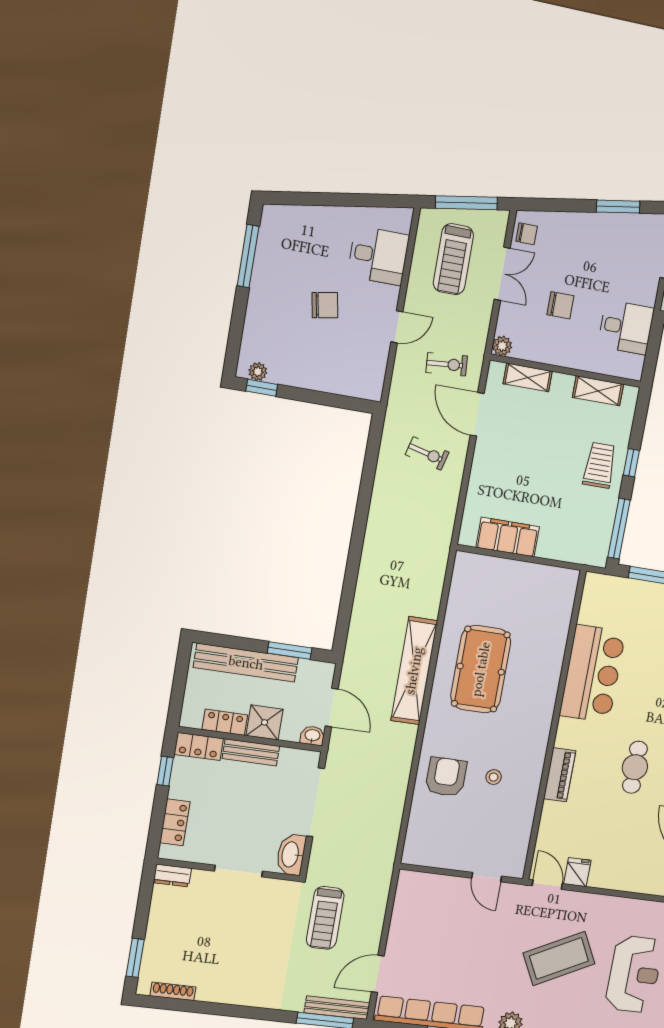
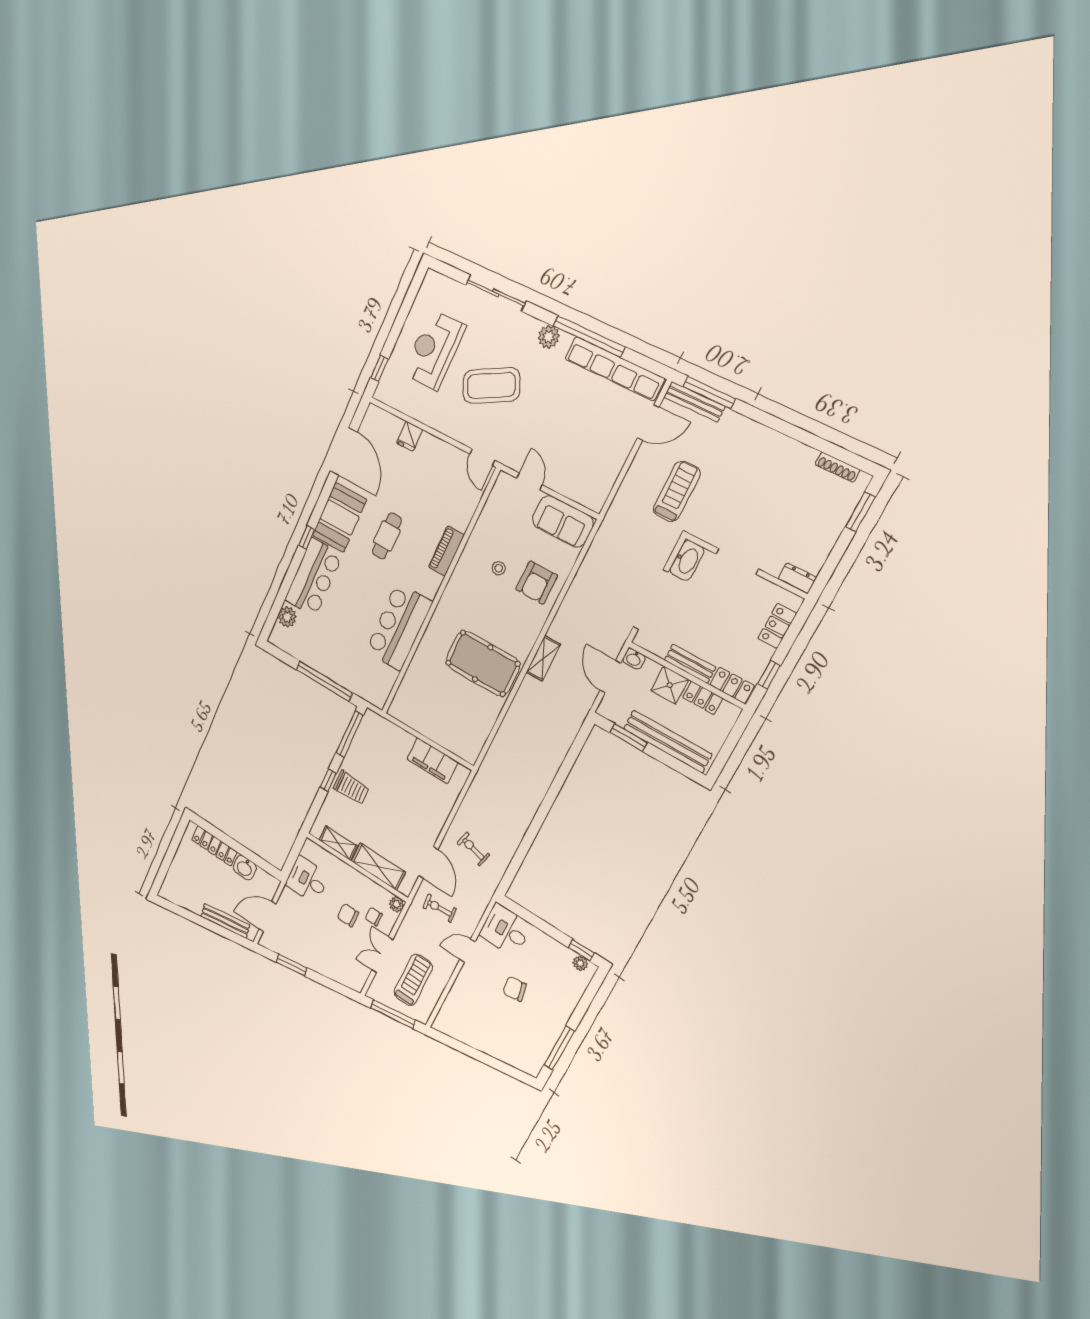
chair: (527, 234) -> (374, 916), moved
desk: (378, 256) -> (506, 930), moved
shelving: (528, 377) -> (378, 867), width x1.50, depth x1.33
trolley: (600, 465) -> (351, 788), turned -90
pool table: (481, 669) -> (483, 663), turned 90
shelving: (414, 671) -> (543, 658), width x0.45, depth x0.75
sofa: (437, 849) -> (563, 521), added
fridge: (577, 872) -> (410, 436), moved

